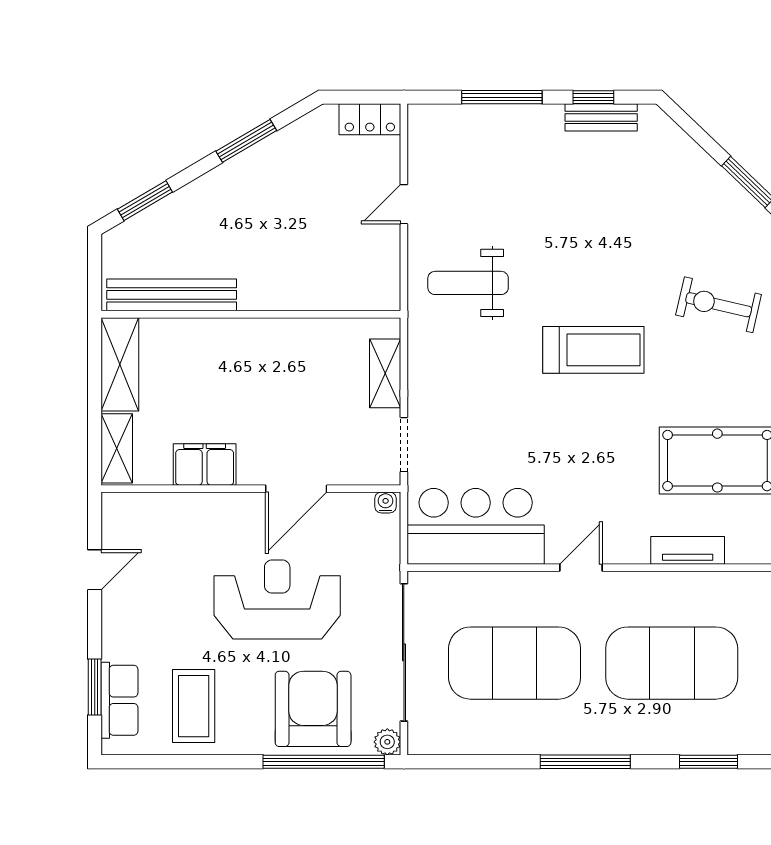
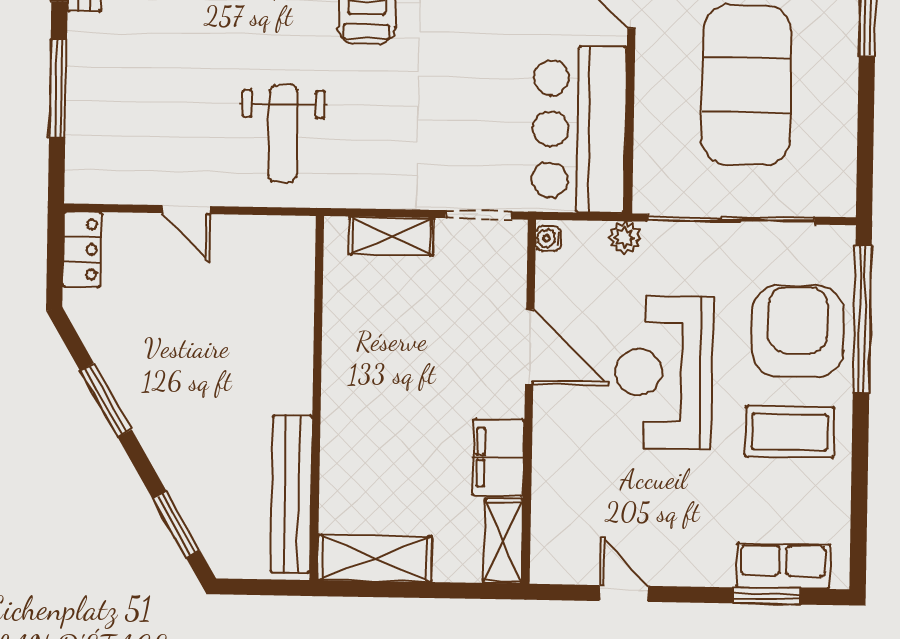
shelving: (117, 448) -> (503, 541), moved, turned 90
coffee table: (194, 706) -> (790, 432), moved
armchair: (313, 709) -> (798, 331), turned 90
plant: (387, 742) -> (624, 238), moved

